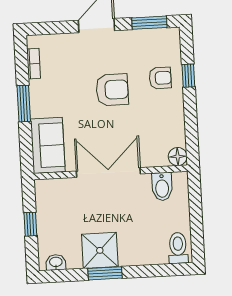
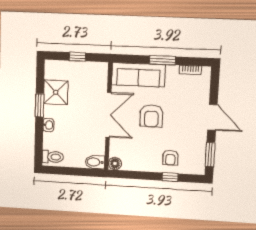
armchair: (112, 90) -> (151, 116), moved
sofa: (48, 145) -> (138, 75), width x1.36
bidet: (162, 187) -> (95, 162), moved
shower: (100, 250) -> (56, 92), moved
washbasin: (56, 262) -> (48, 125), moved

